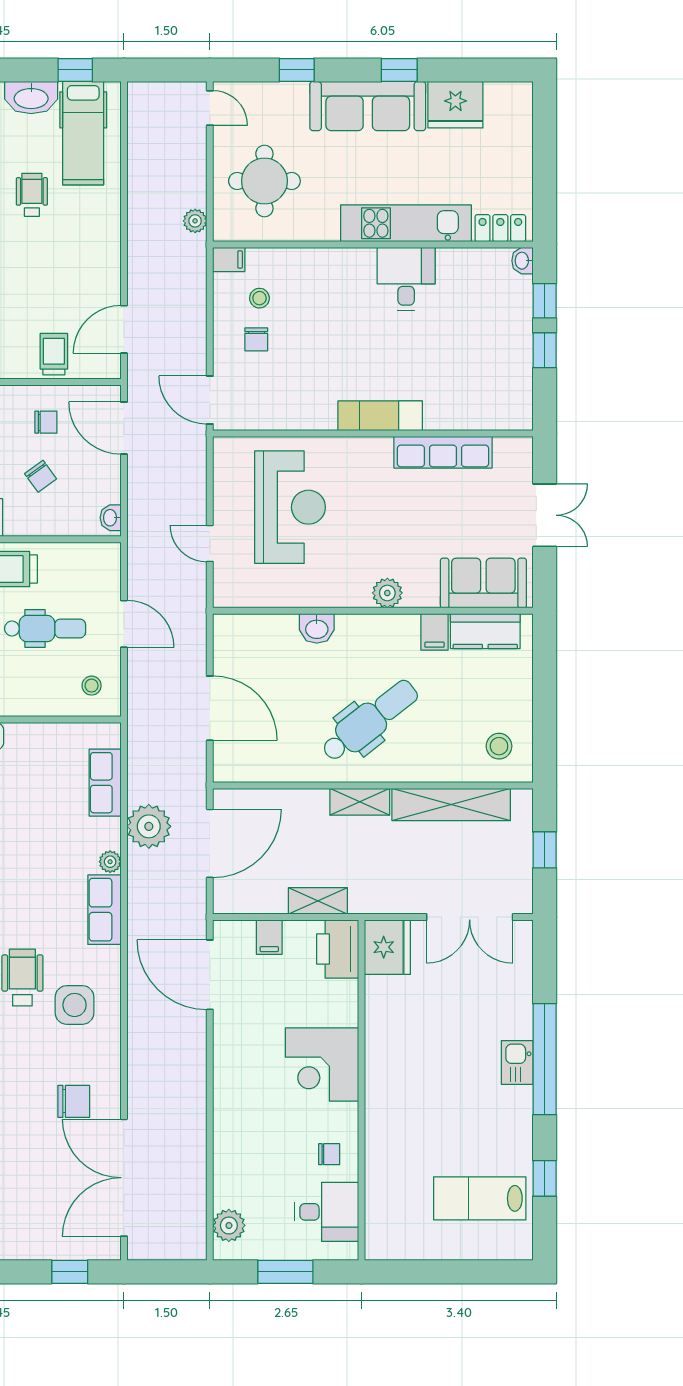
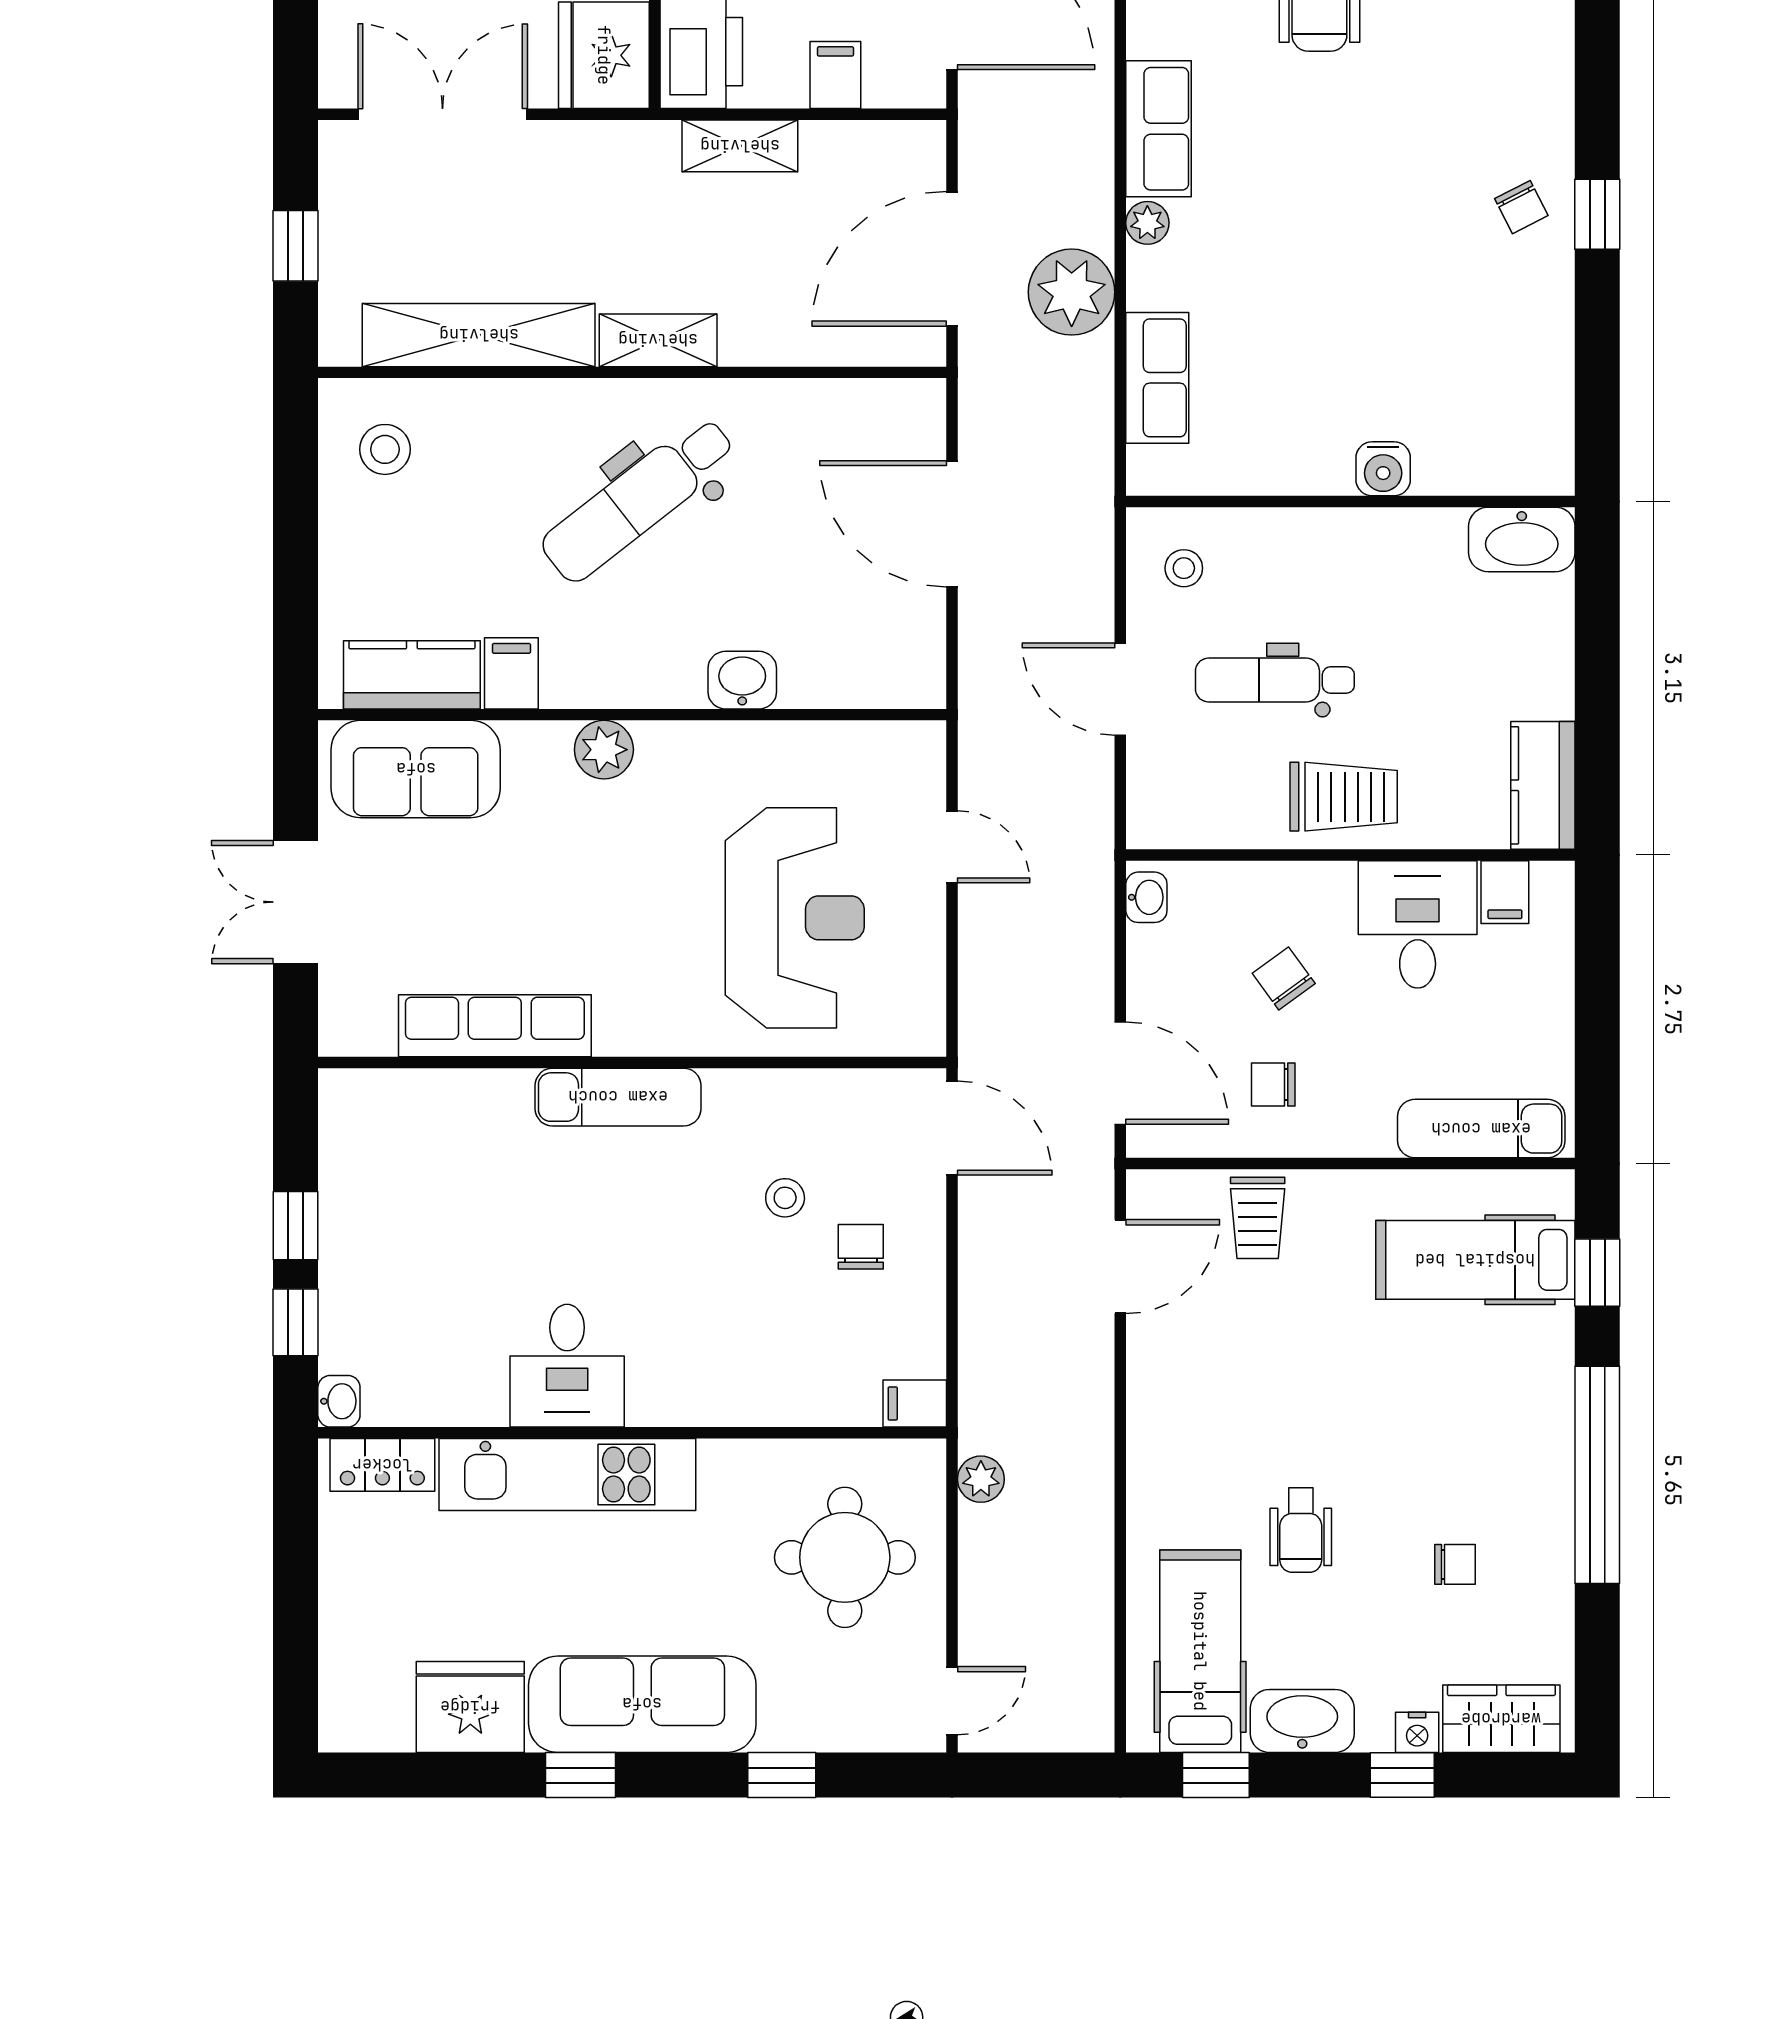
door: (210, 108) -> (952, 1701), swing flipped
stool: (259, 298) -> (785, 1198), moved
reception desk: (290, 507) -> (795, 918), turned 180

